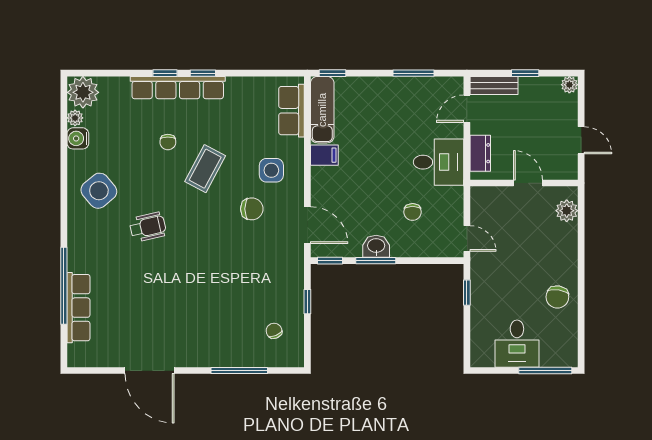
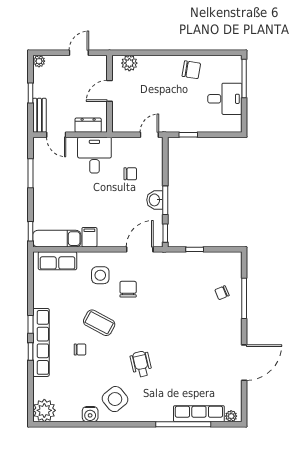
plant: (75, 118) -> (231, 416), moved
water cooler: (78, 138) -> (90, 414), moved
chair: (274, 331) -> (222, 293), moved

